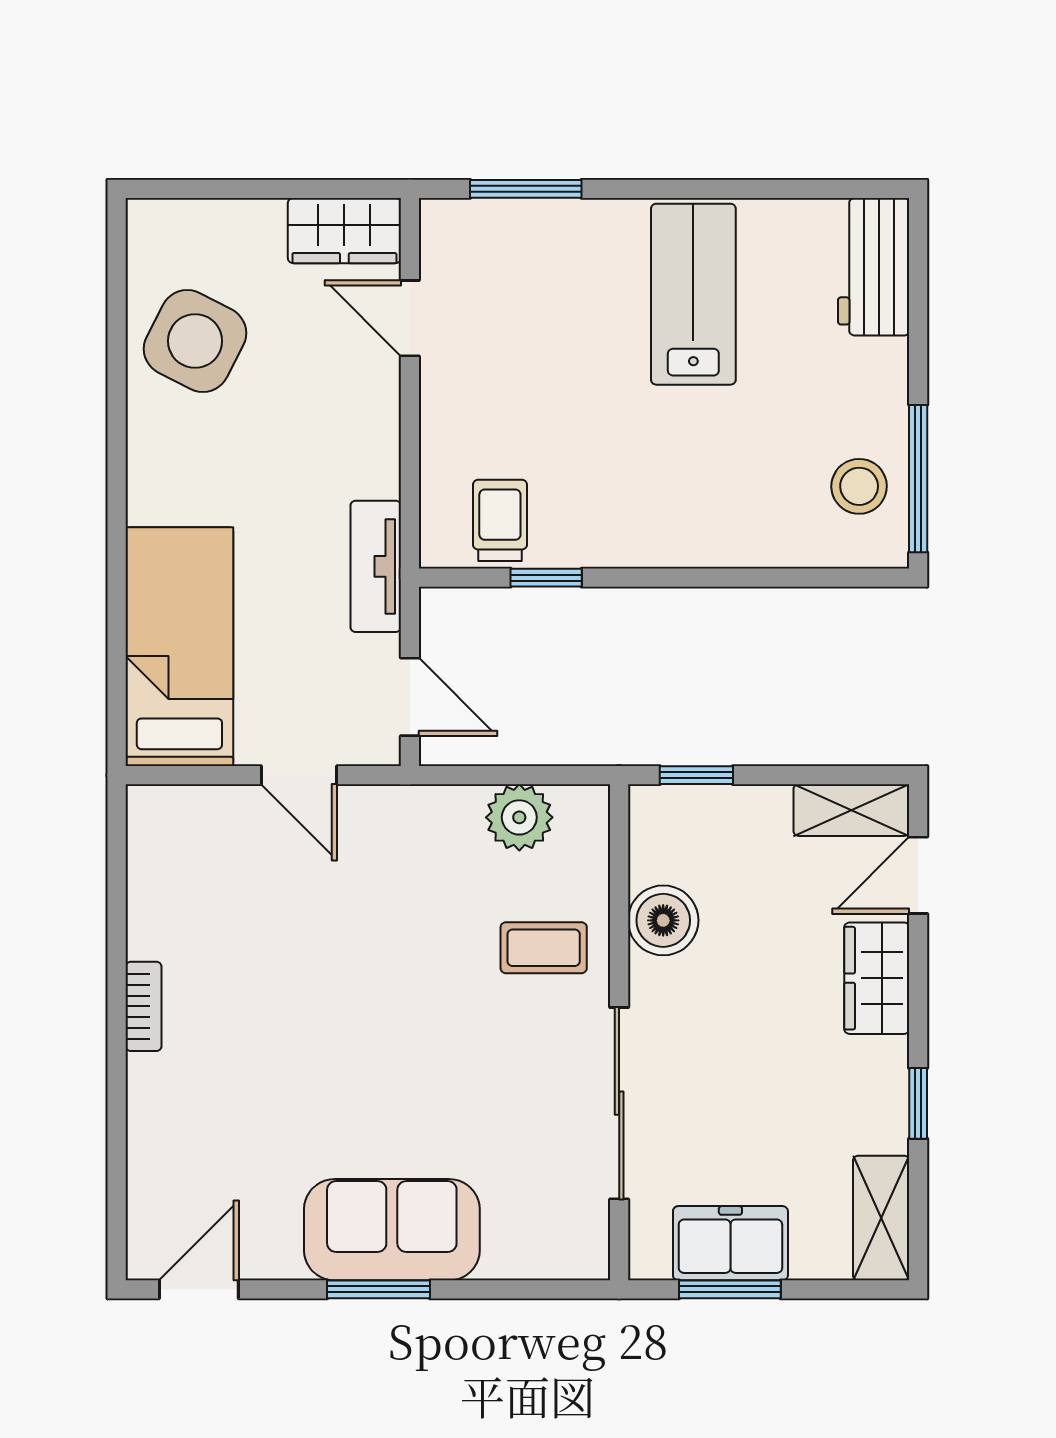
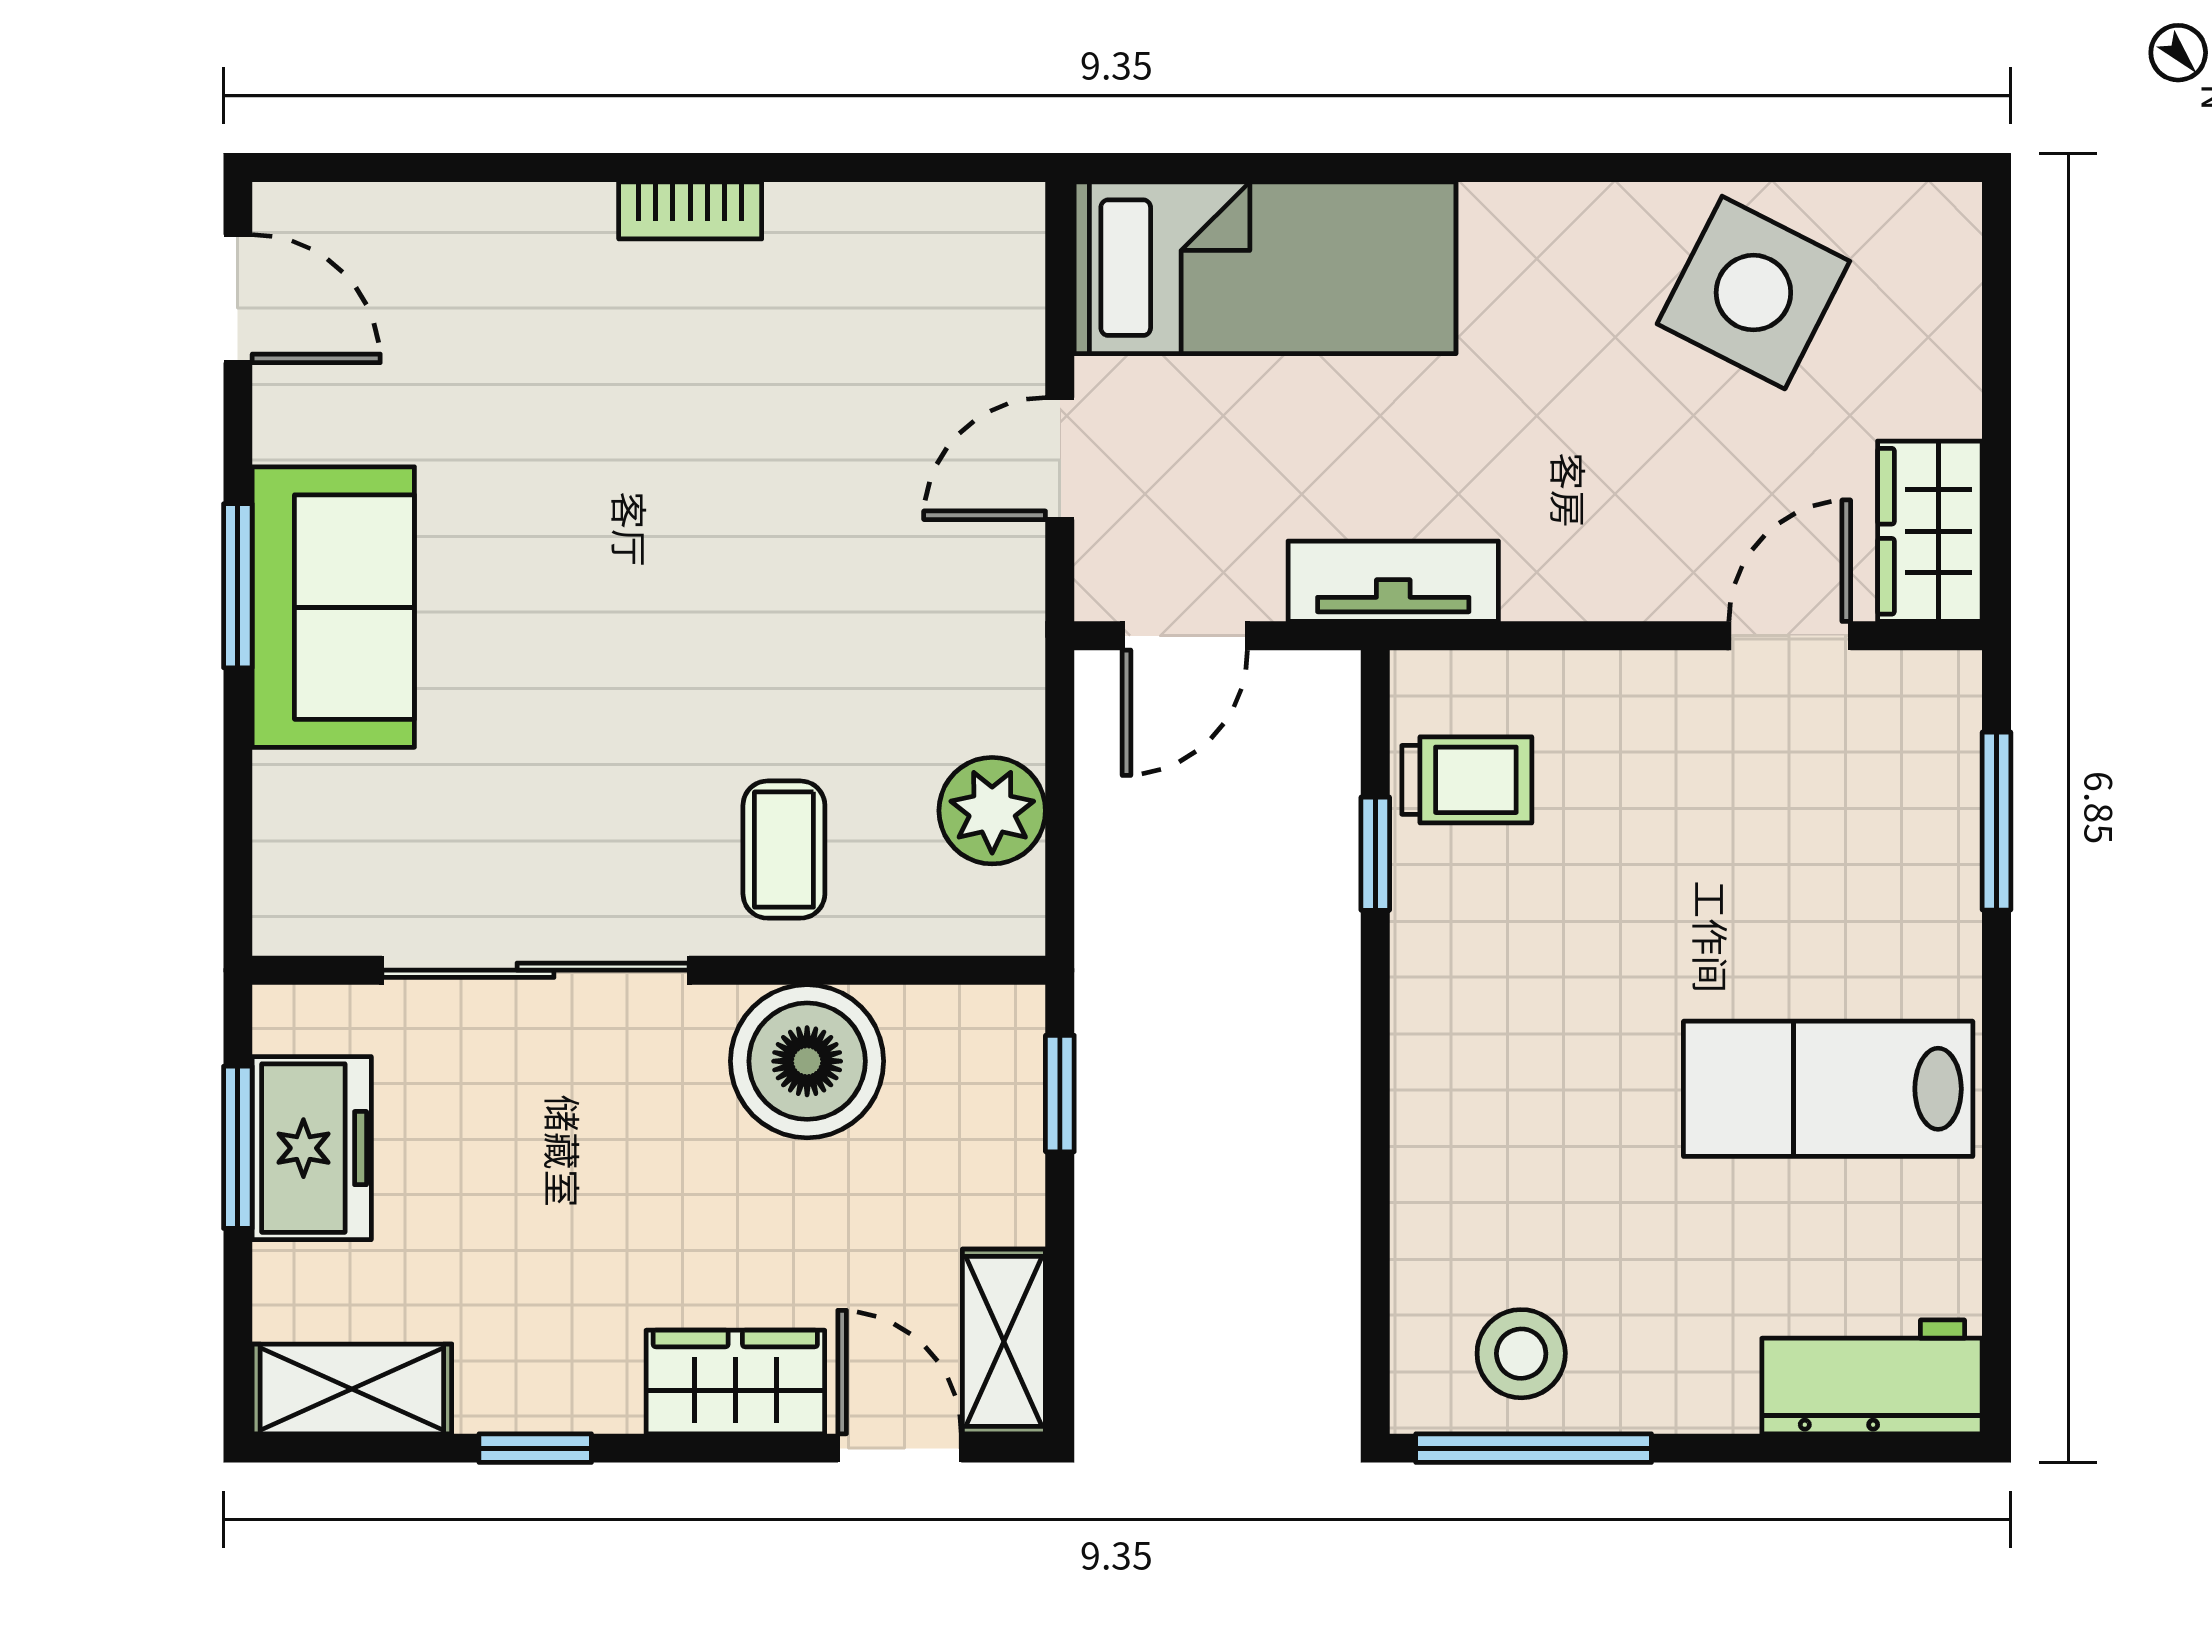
lab bench: (693, 294) -> (1828, 1089), turned 180
boiler: (663, 920) -> (807, 1061), width x1.37, depth x1.37

